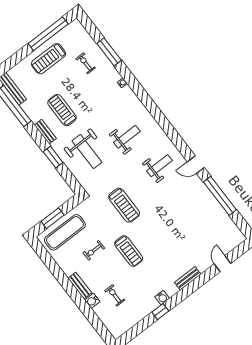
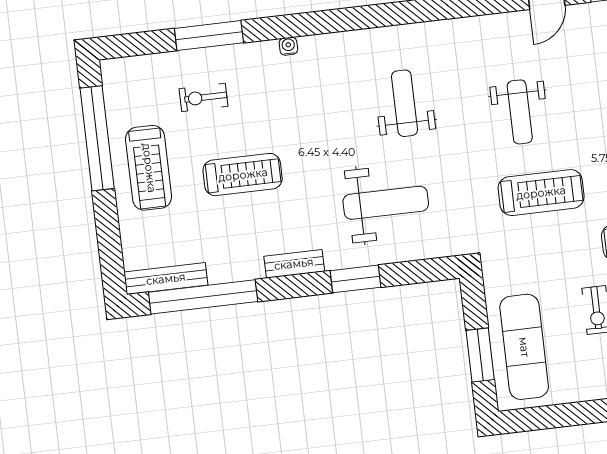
treadmill: (62, 110) -> (243, 175), moved, turned 180
weight bench: (159, 166) -> (520, 112), moved, turned 180

